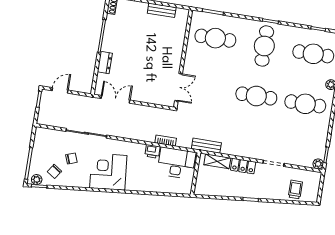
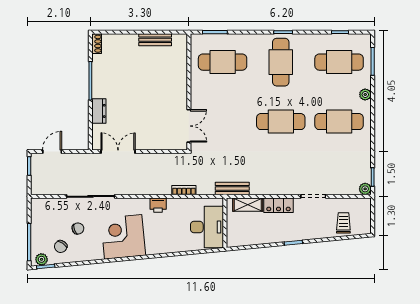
printer: (152, 151) -> (158, 205), moved
desk: (176, 163) -> (207, 227), moved, turned 90

